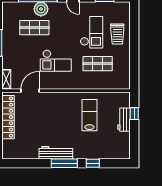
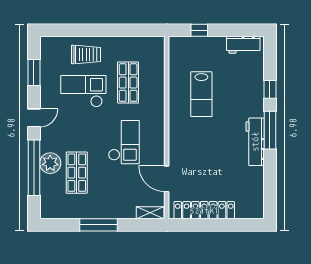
lab bench: (89, 115) -> (201, 94), turned -90
workbench: (124, 120) -> (243, 45), moved

